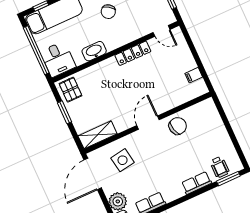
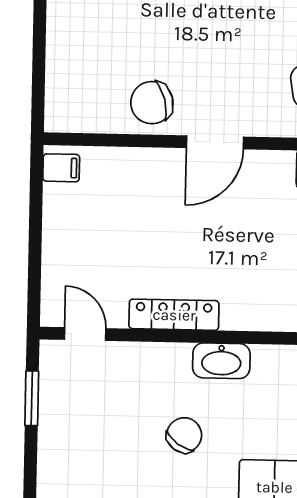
washbasin: (94, 51) -> (221, 361), moved
filing cabinet: (194, 75) -> (61, 168), moved

